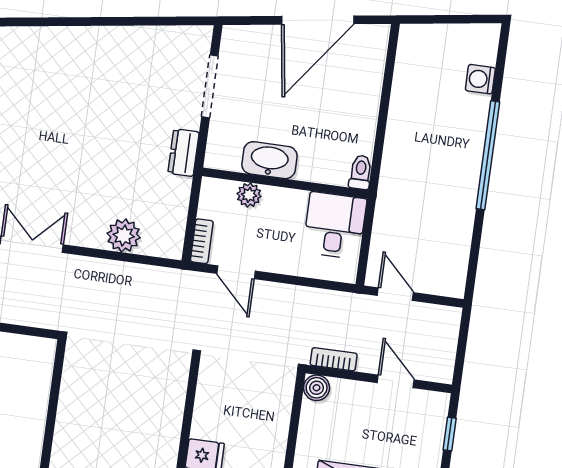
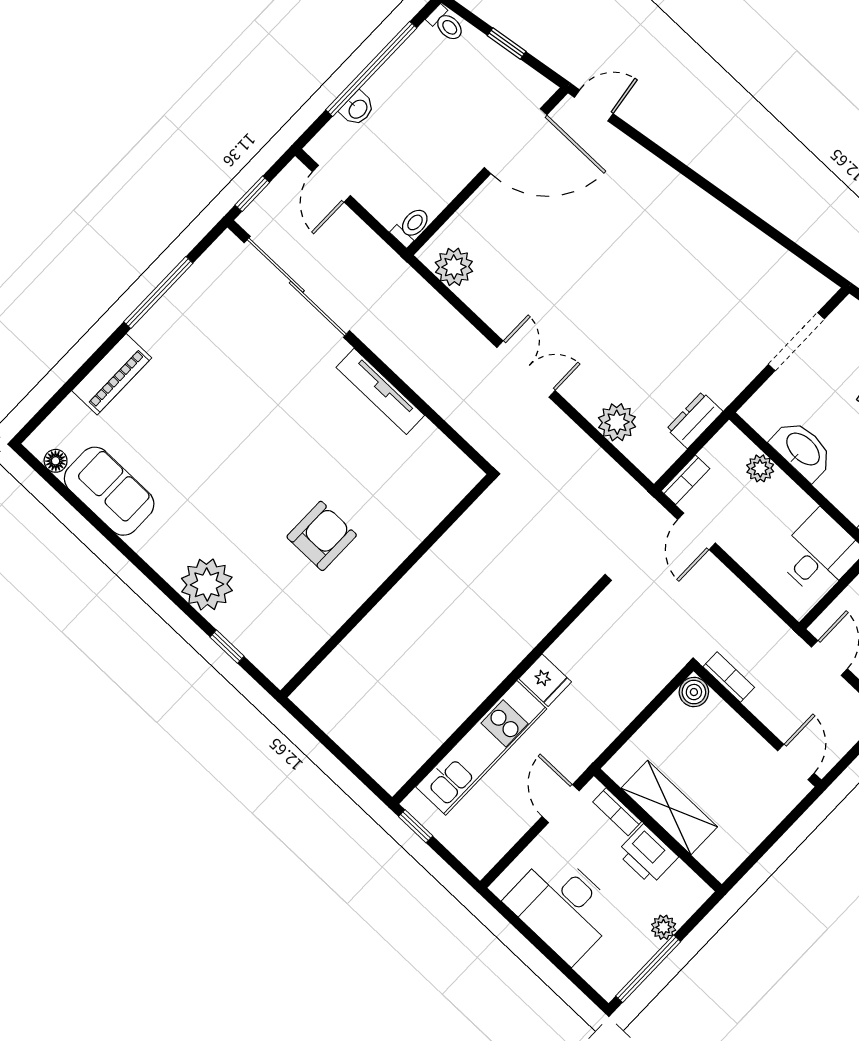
dresser: (183, 153) -> (695, 420), moved
door: (396, 381) -> (796, 762), moved
window: (450, 434) -> (786, 824), removed

